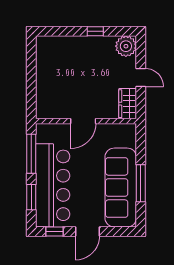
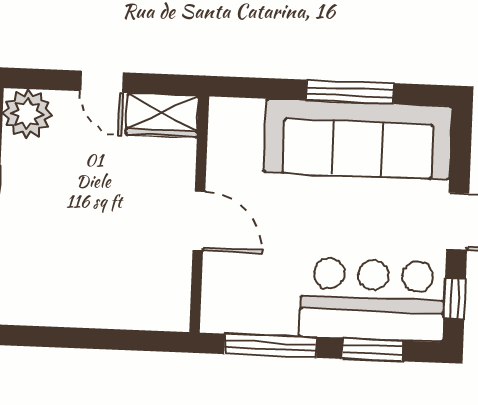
door: (141, 77) -> (102, 82), swing flipped
bar counter: (53, 185) -> (372, 300), width x0.73

